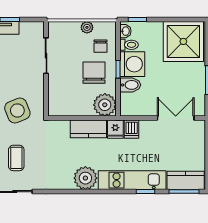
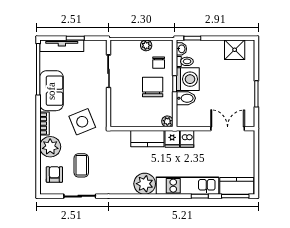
shower: (183, 41) -> (235, 50), width x0.54, depth x0.54
plant: (105, 105) -> (167, 121), width x0.53, depth x0.53

